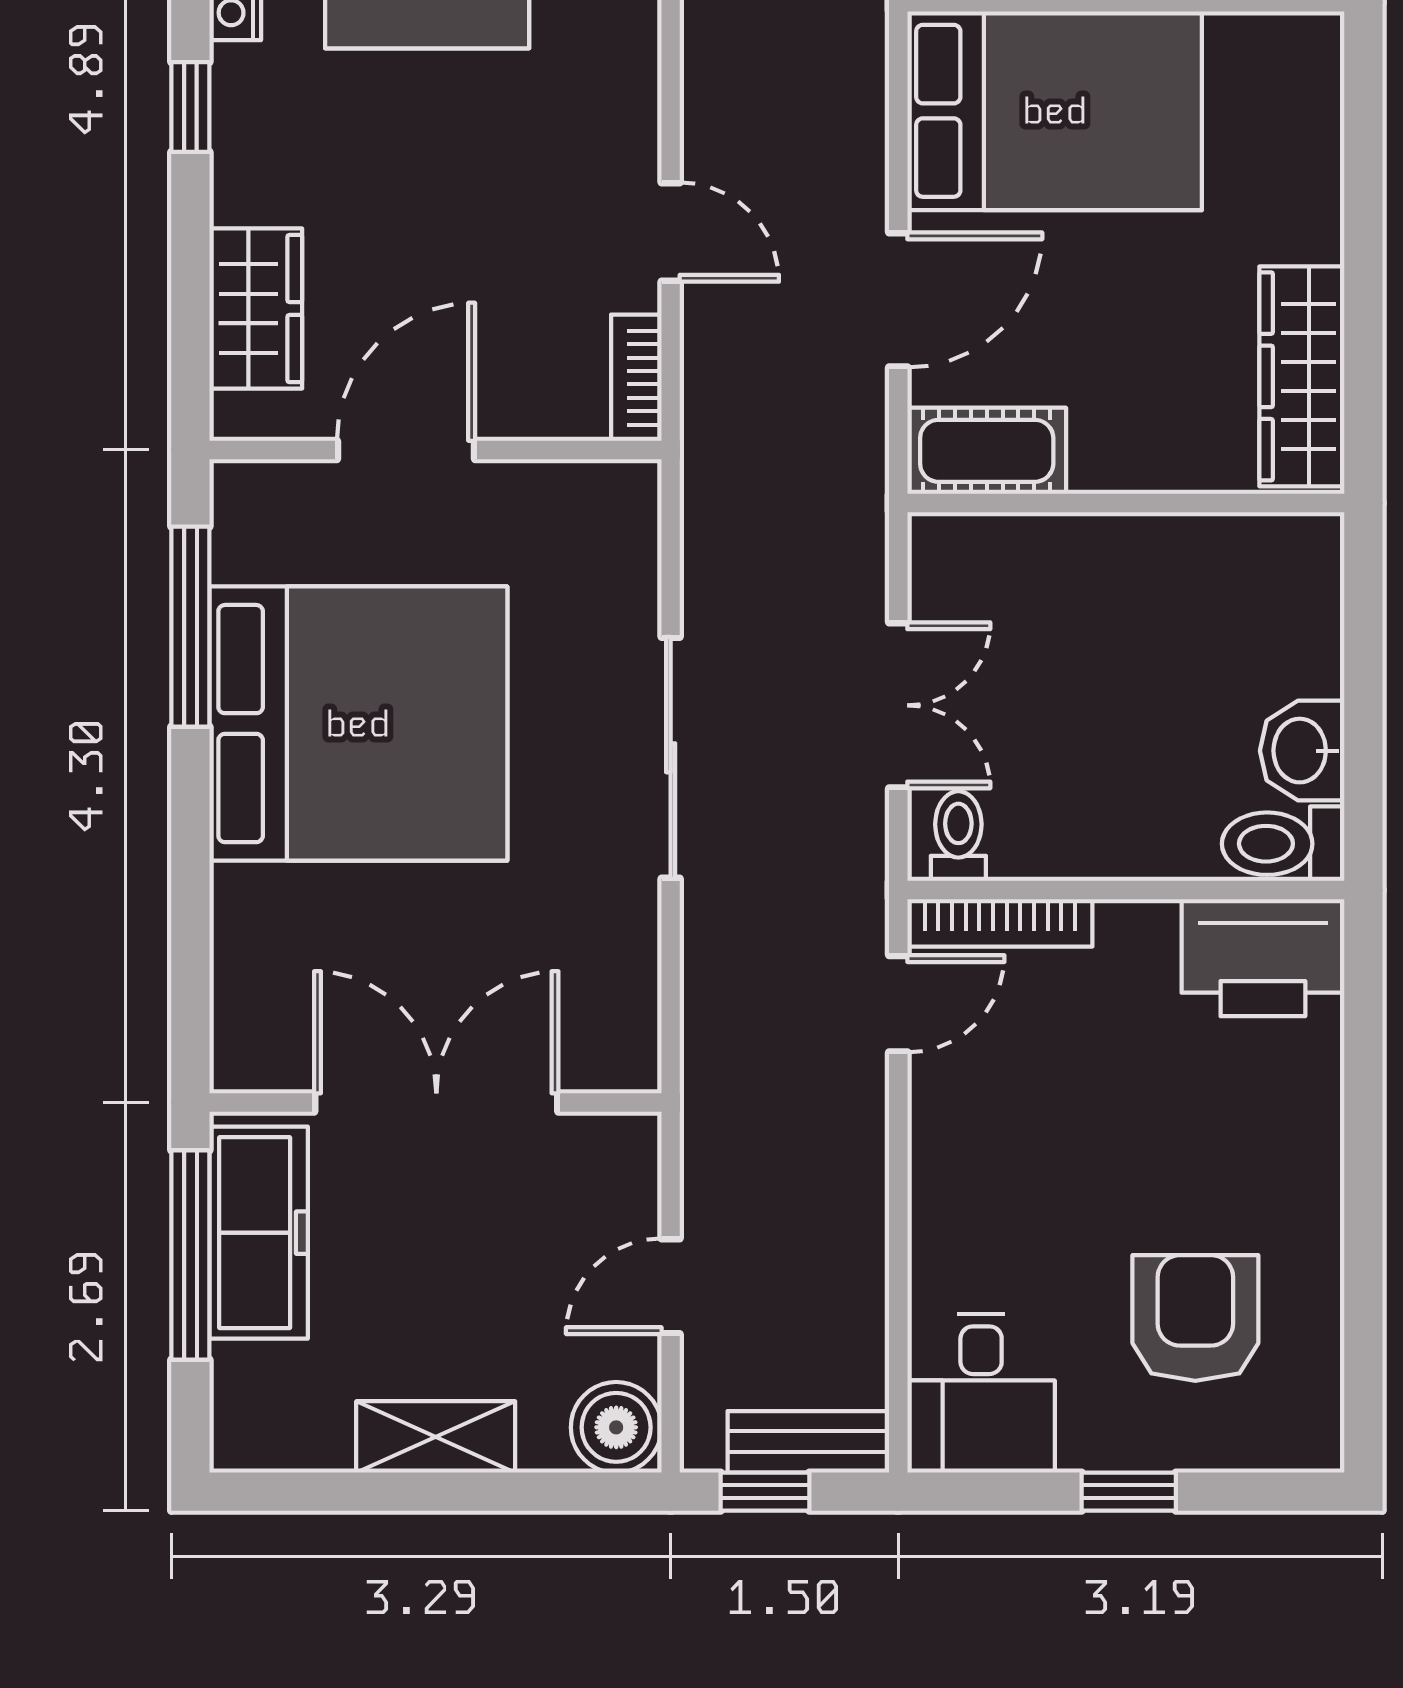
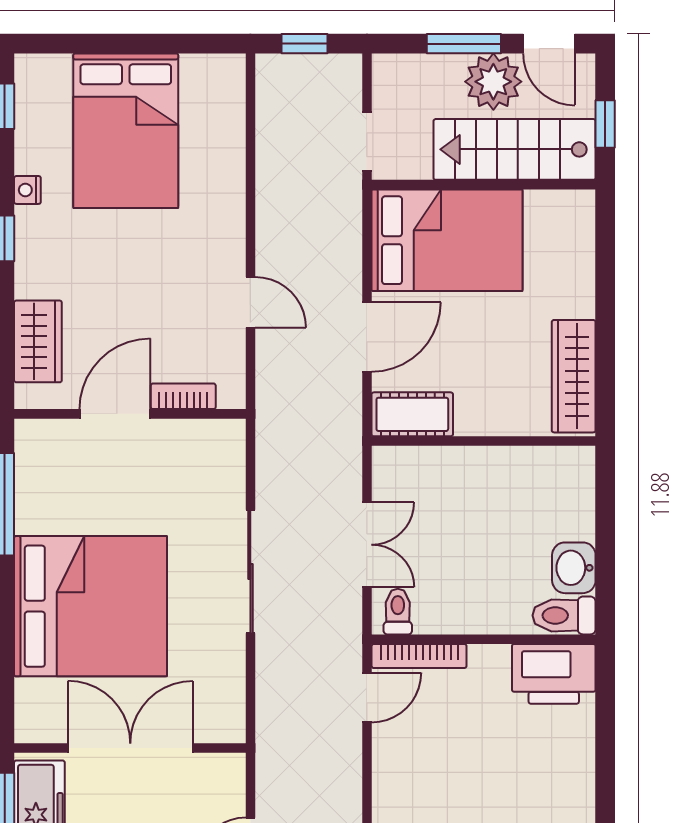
bookcase: (636, 378) -> (183, 396), moved, turned 90
bed: (358, 724) -> (91, 606), moved

